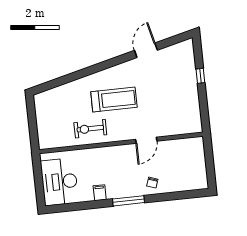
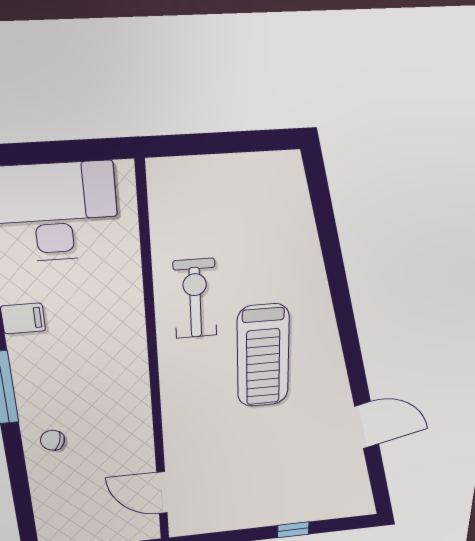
door: (146, 140) -> (162, 493), moved

